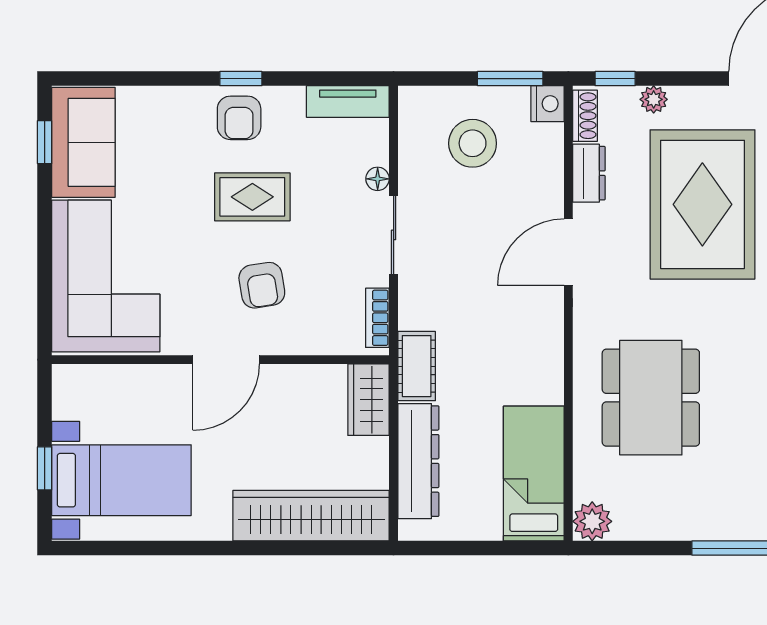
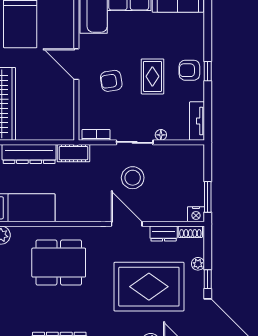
window: (615, 79) -> (208, 279), moved
stool: (473, 143) -> (133, 178), moved
wardrobe: (369, 400) -> (58, 131), removed

